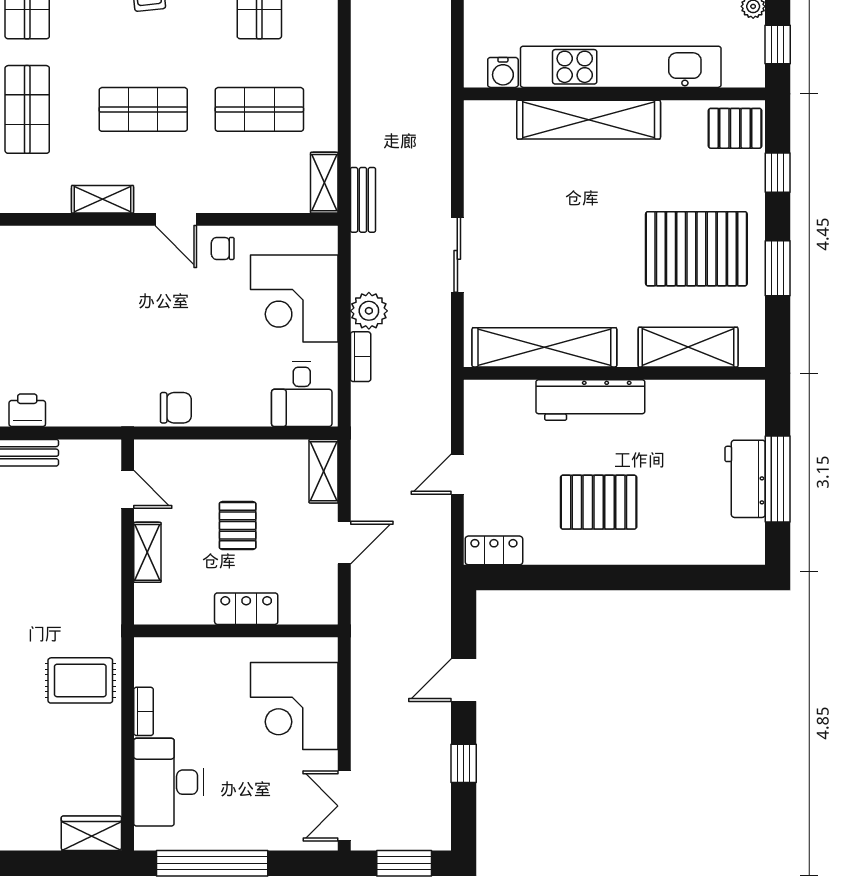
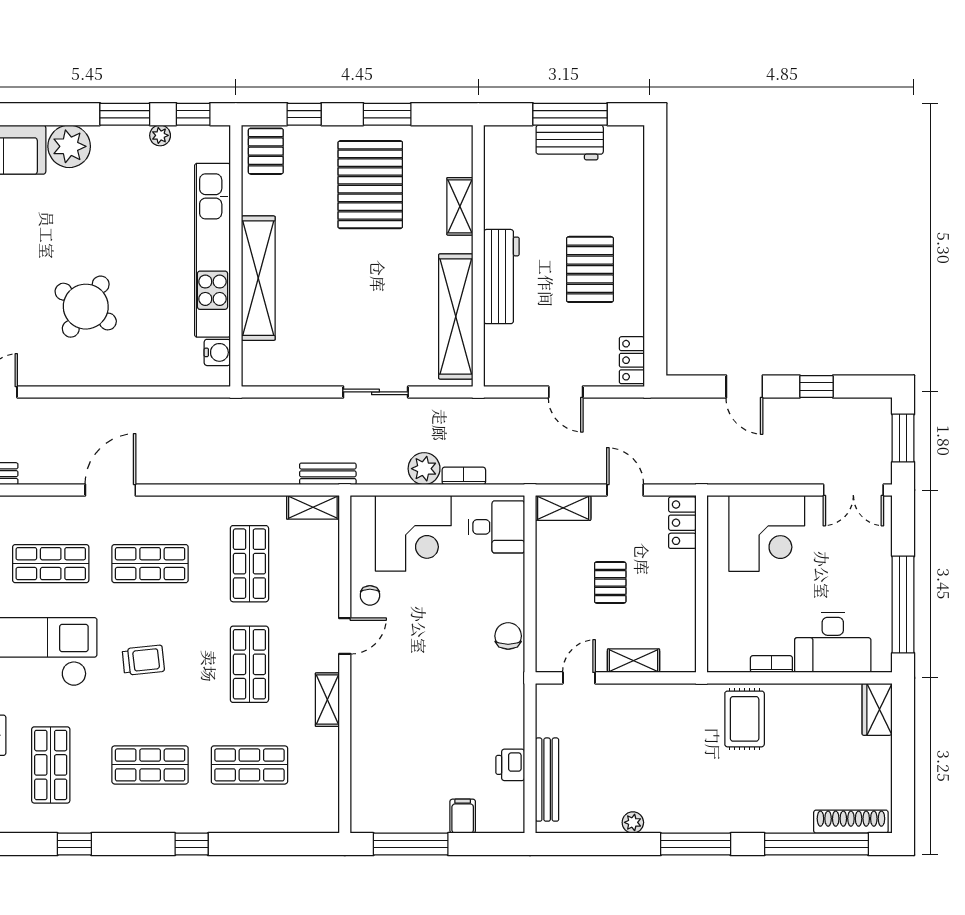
shelving: (688, 347) -> (460, 206), width x0.67, depth x0.75
pallet: (238, 526) -> (610, 583), turned 90
locker: (246, 609) -> (682, 523), moved

